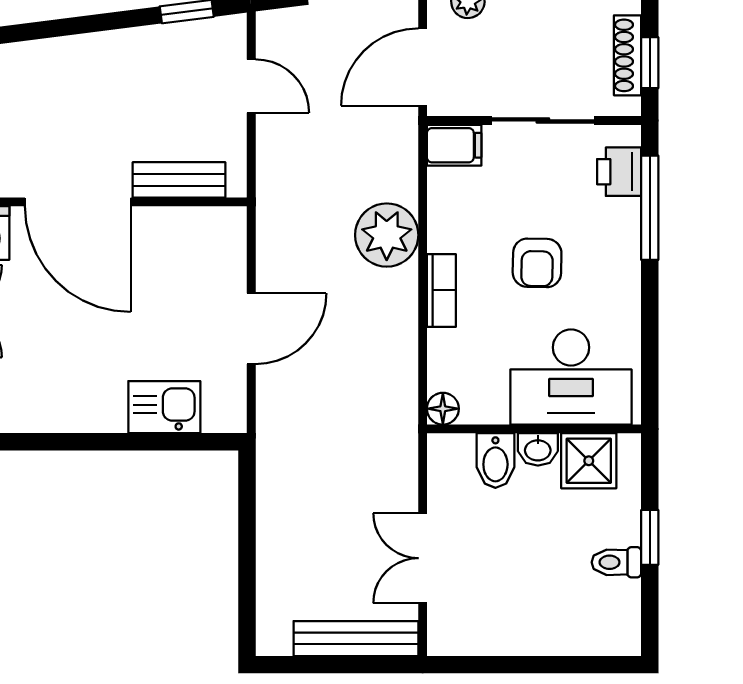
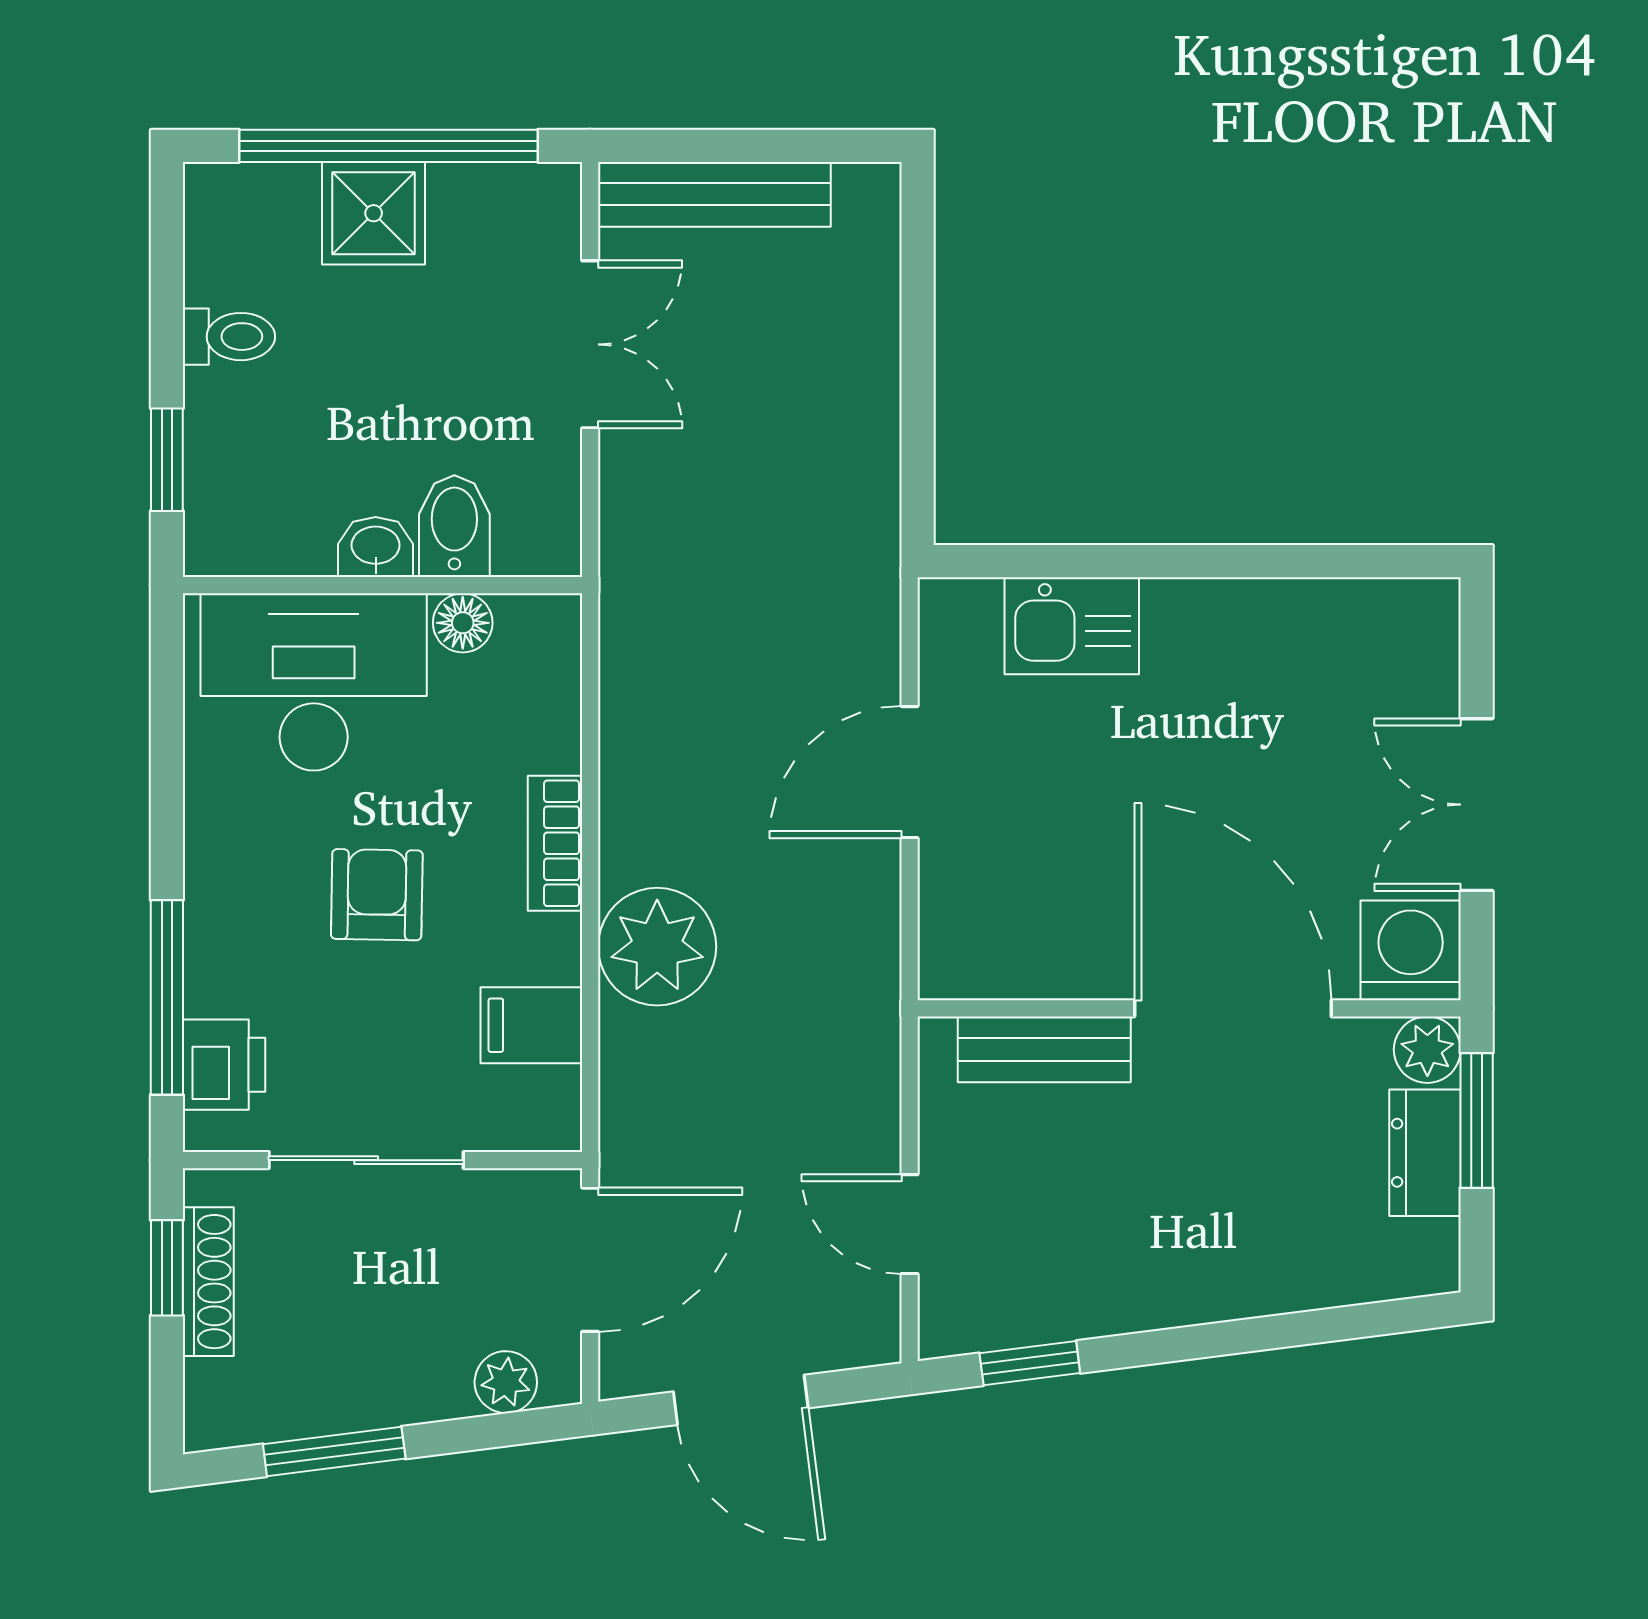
filing cabinet: (454, 145) -> (531, 1025), moved
floor lamp: (443, 409) -> (463, 623), moved
shower: (589, 461) -> (374, 213), moved
window: (650, 537) -> (167, 460), moved
window: (531, 665) -> (388, 146), added

